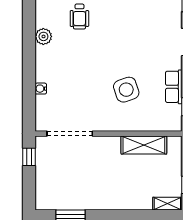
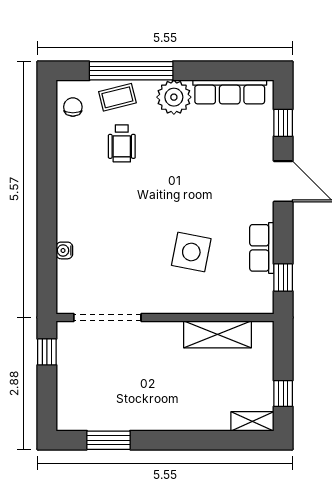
plant: (43, 36) -> (68, 173), removed
side table: (126, 90) -> (191, 252), turned 30

